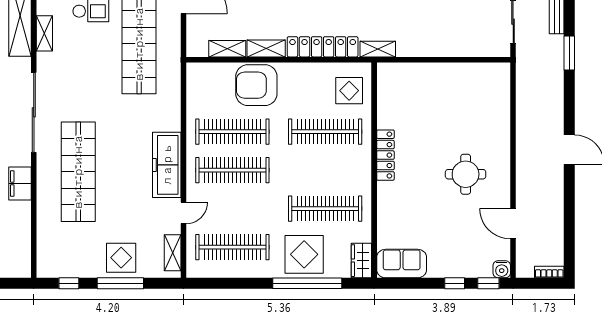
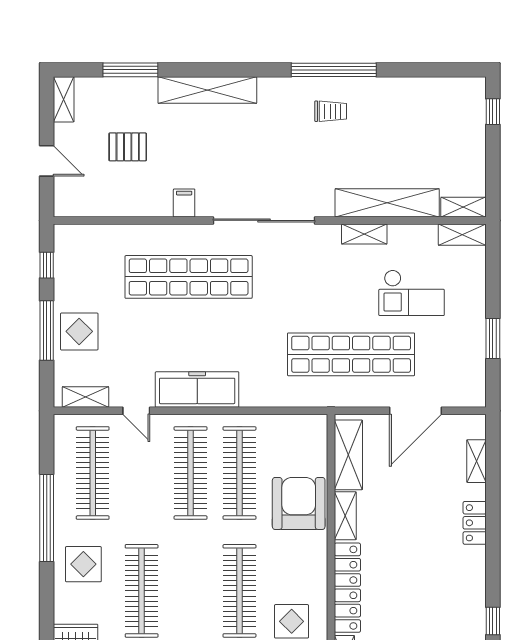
shelving: (227, 49) -> (348, 455), width x1.50, depth x1.33
filing cabinet: (20, 184) -> (184, 203), width x0.50
display table: (304, 254) -> (83, 564), width x0.73, depth x0.73
window: (307, 283) -> (47, 518), moved

